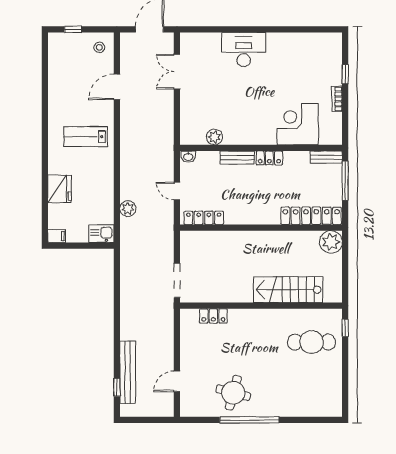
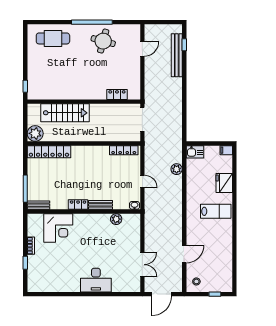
lab bench: (86, 137) -> (216, 211), moved
locker: (311, 216) -> (49, 152), moved
locker: (204, 218) -> (124, 150), moved
wall: (261, 228) -> (84, 143), moved
plant: (331, 242) -> (35, 133), moved
cafe table: (312, 342) -> (53, 38), moved

